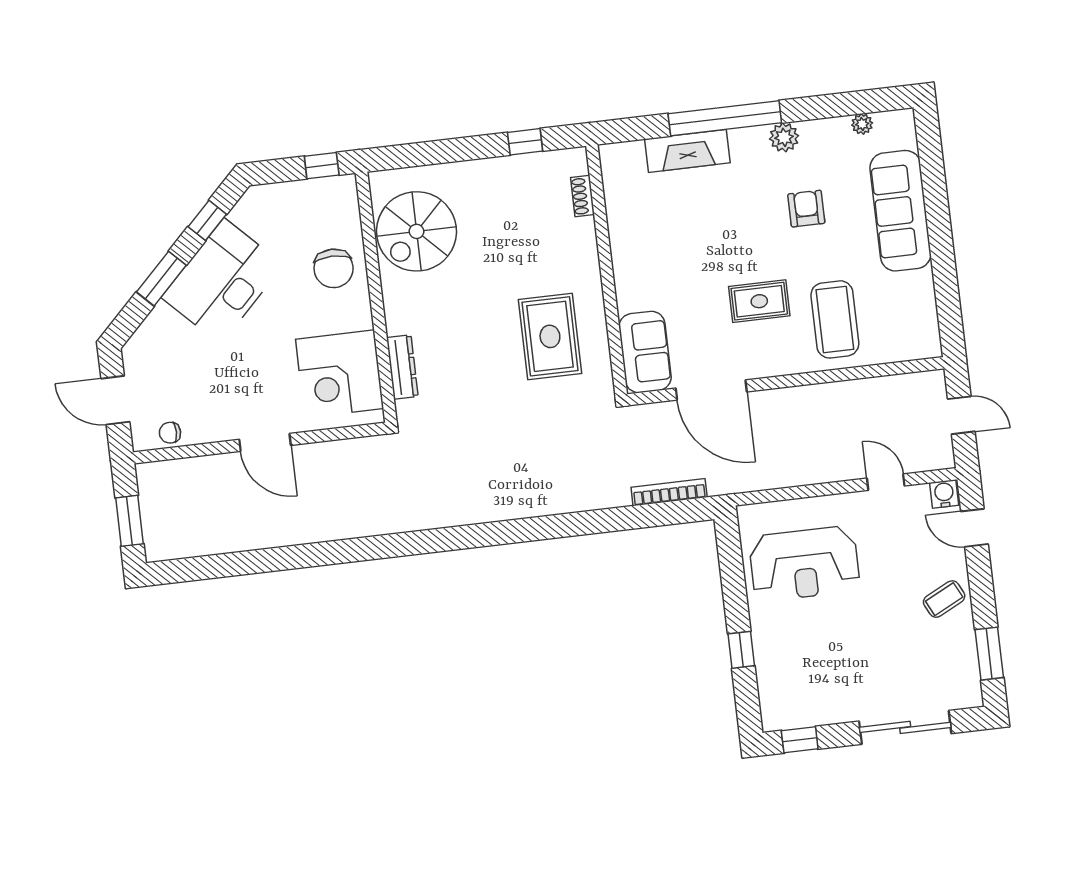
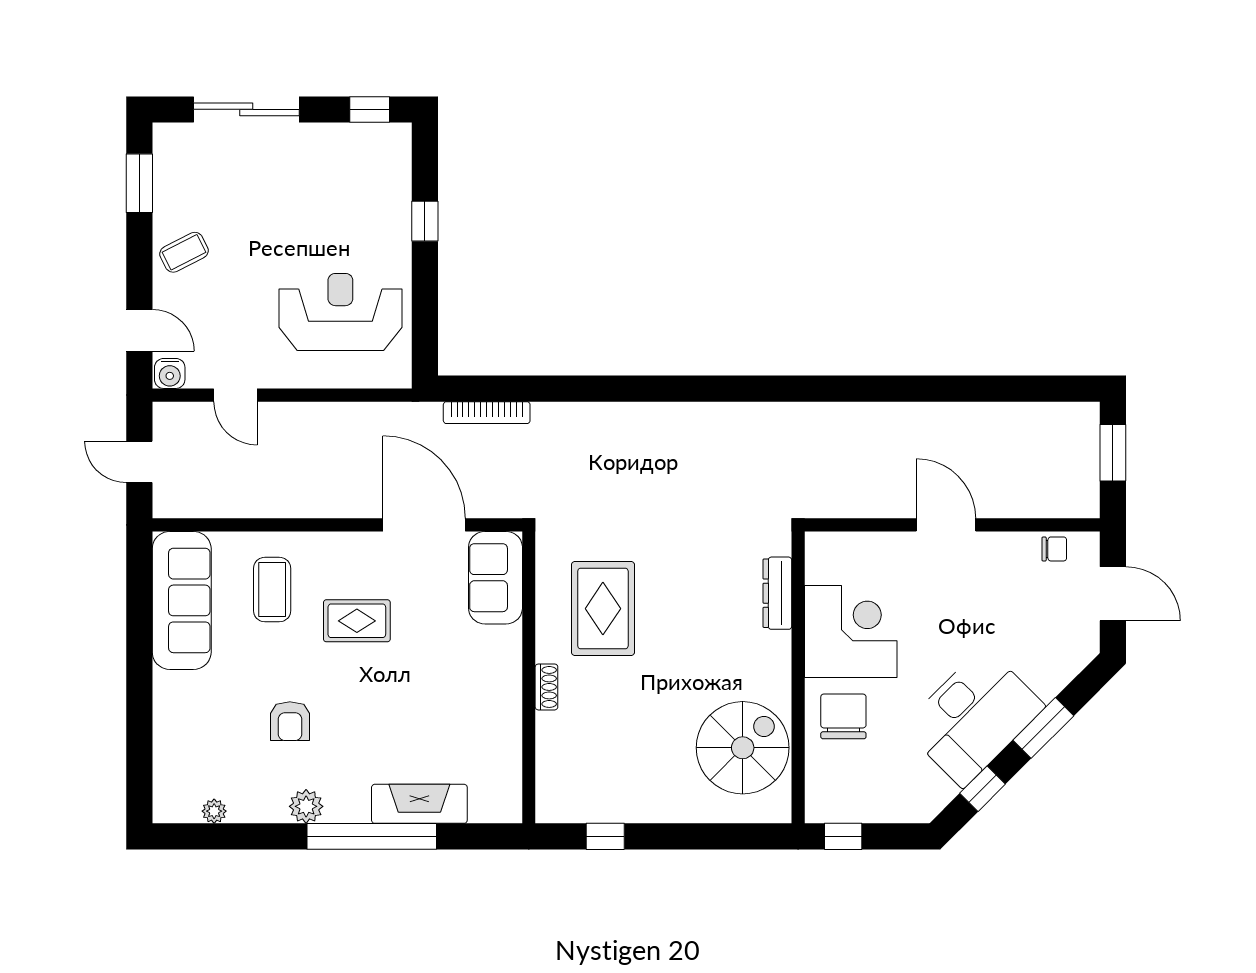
shoe rack: (582, 196) -> (546, 687), moved
sofa: (901, 211) -> (182, 600), moved
coffee table: (835, 319) -> (272, 590), width x0.73, depth x0.76
corner desk: (340, 374) -> (851, 631), moved

